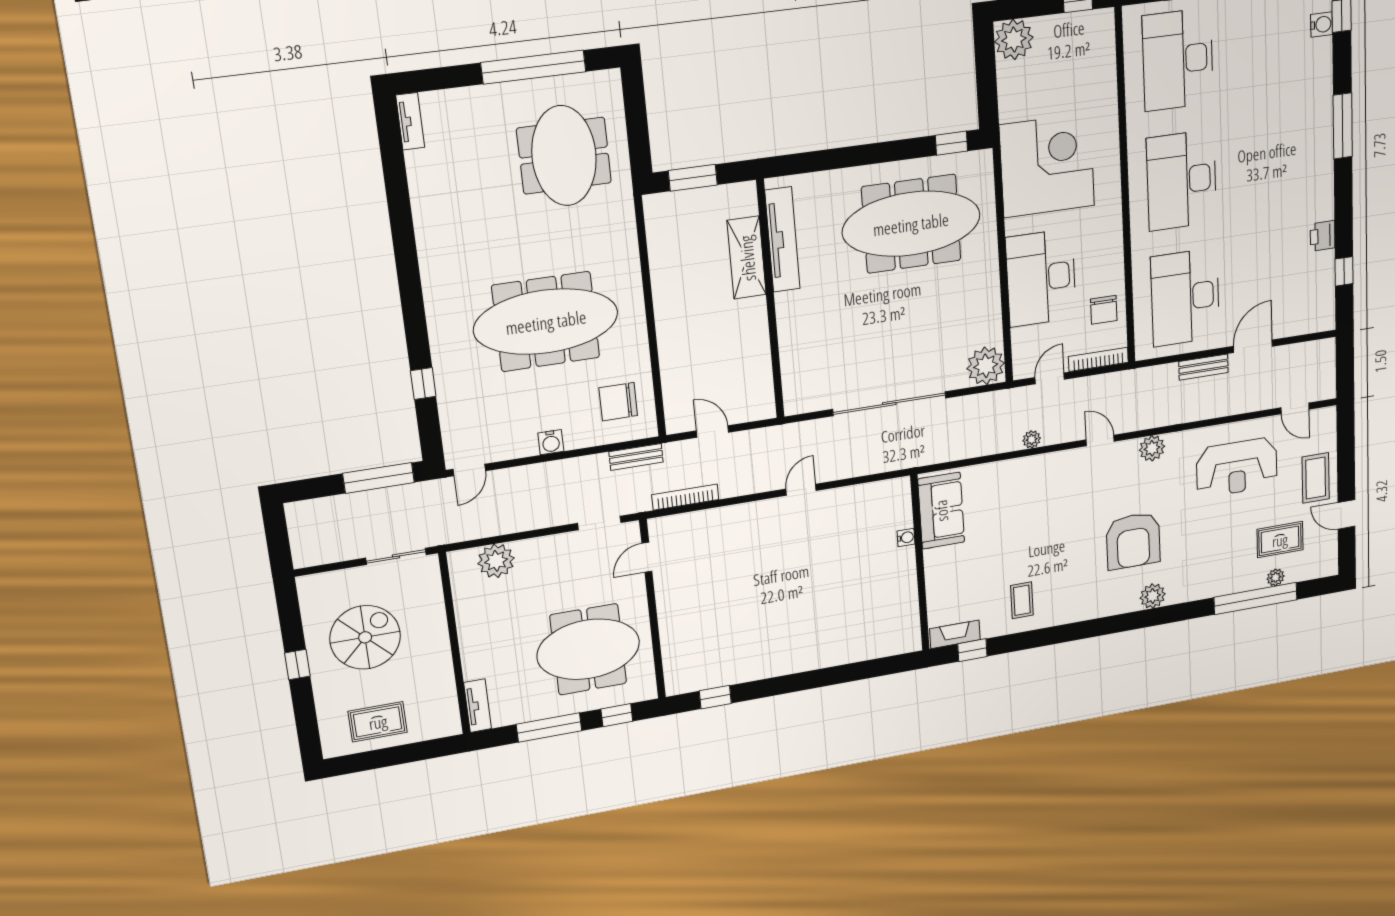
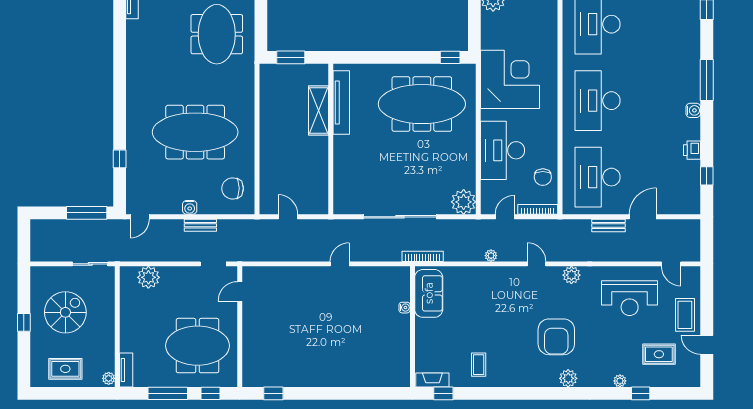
water cooler: (1322, 24) -> (693, 110), moved
bench: (636, 457) -> (200, 225), moved
bookcase: (685, 497) -> (423, 256), moved
plant: (1276, 577) -> (620, 381), moved
window: (1256, 598) -> (641, 393), width x0.32
plant: (451, 723) -> (109, 378), added

